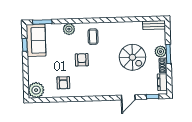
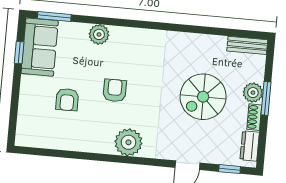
coffee table: (93, 37) -> (139, 53), removed
spiral stairs: (132, 57) -> (203, 97), turned 90
armchair: (63, 83) -> (67, 100), moved
plant: (36, 90) -> (128, 142), moved

